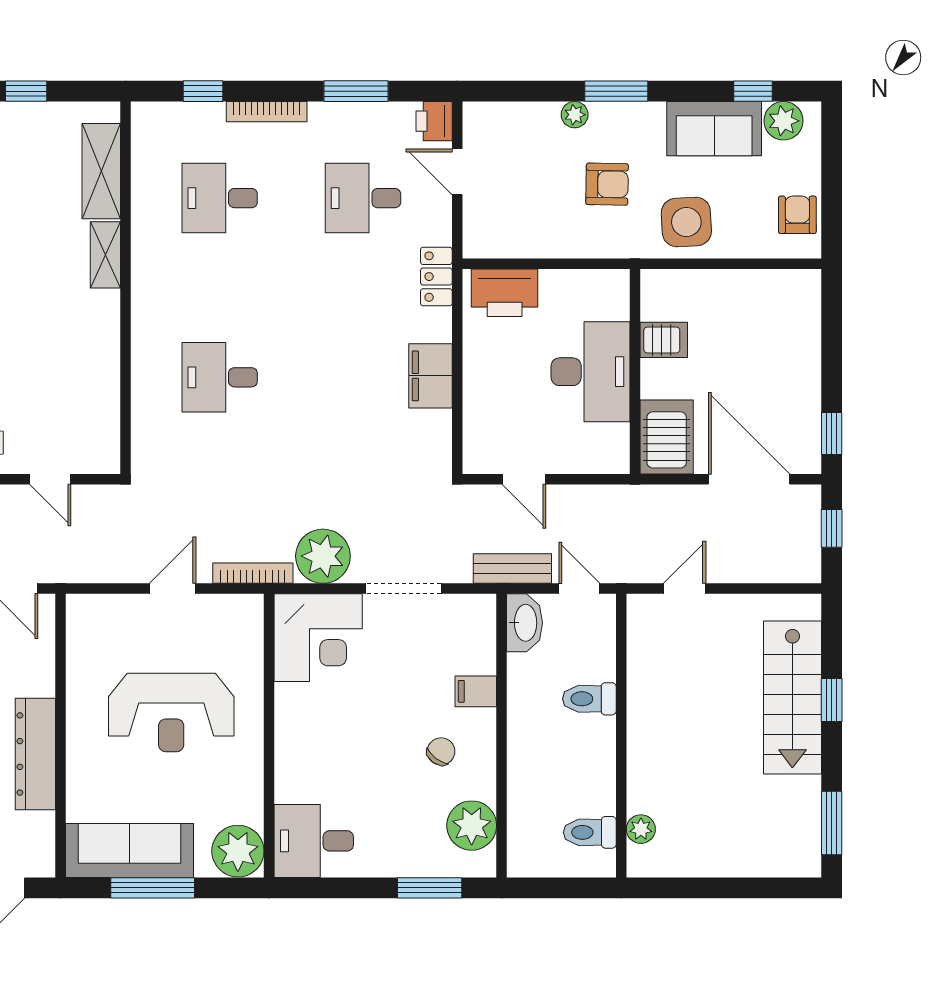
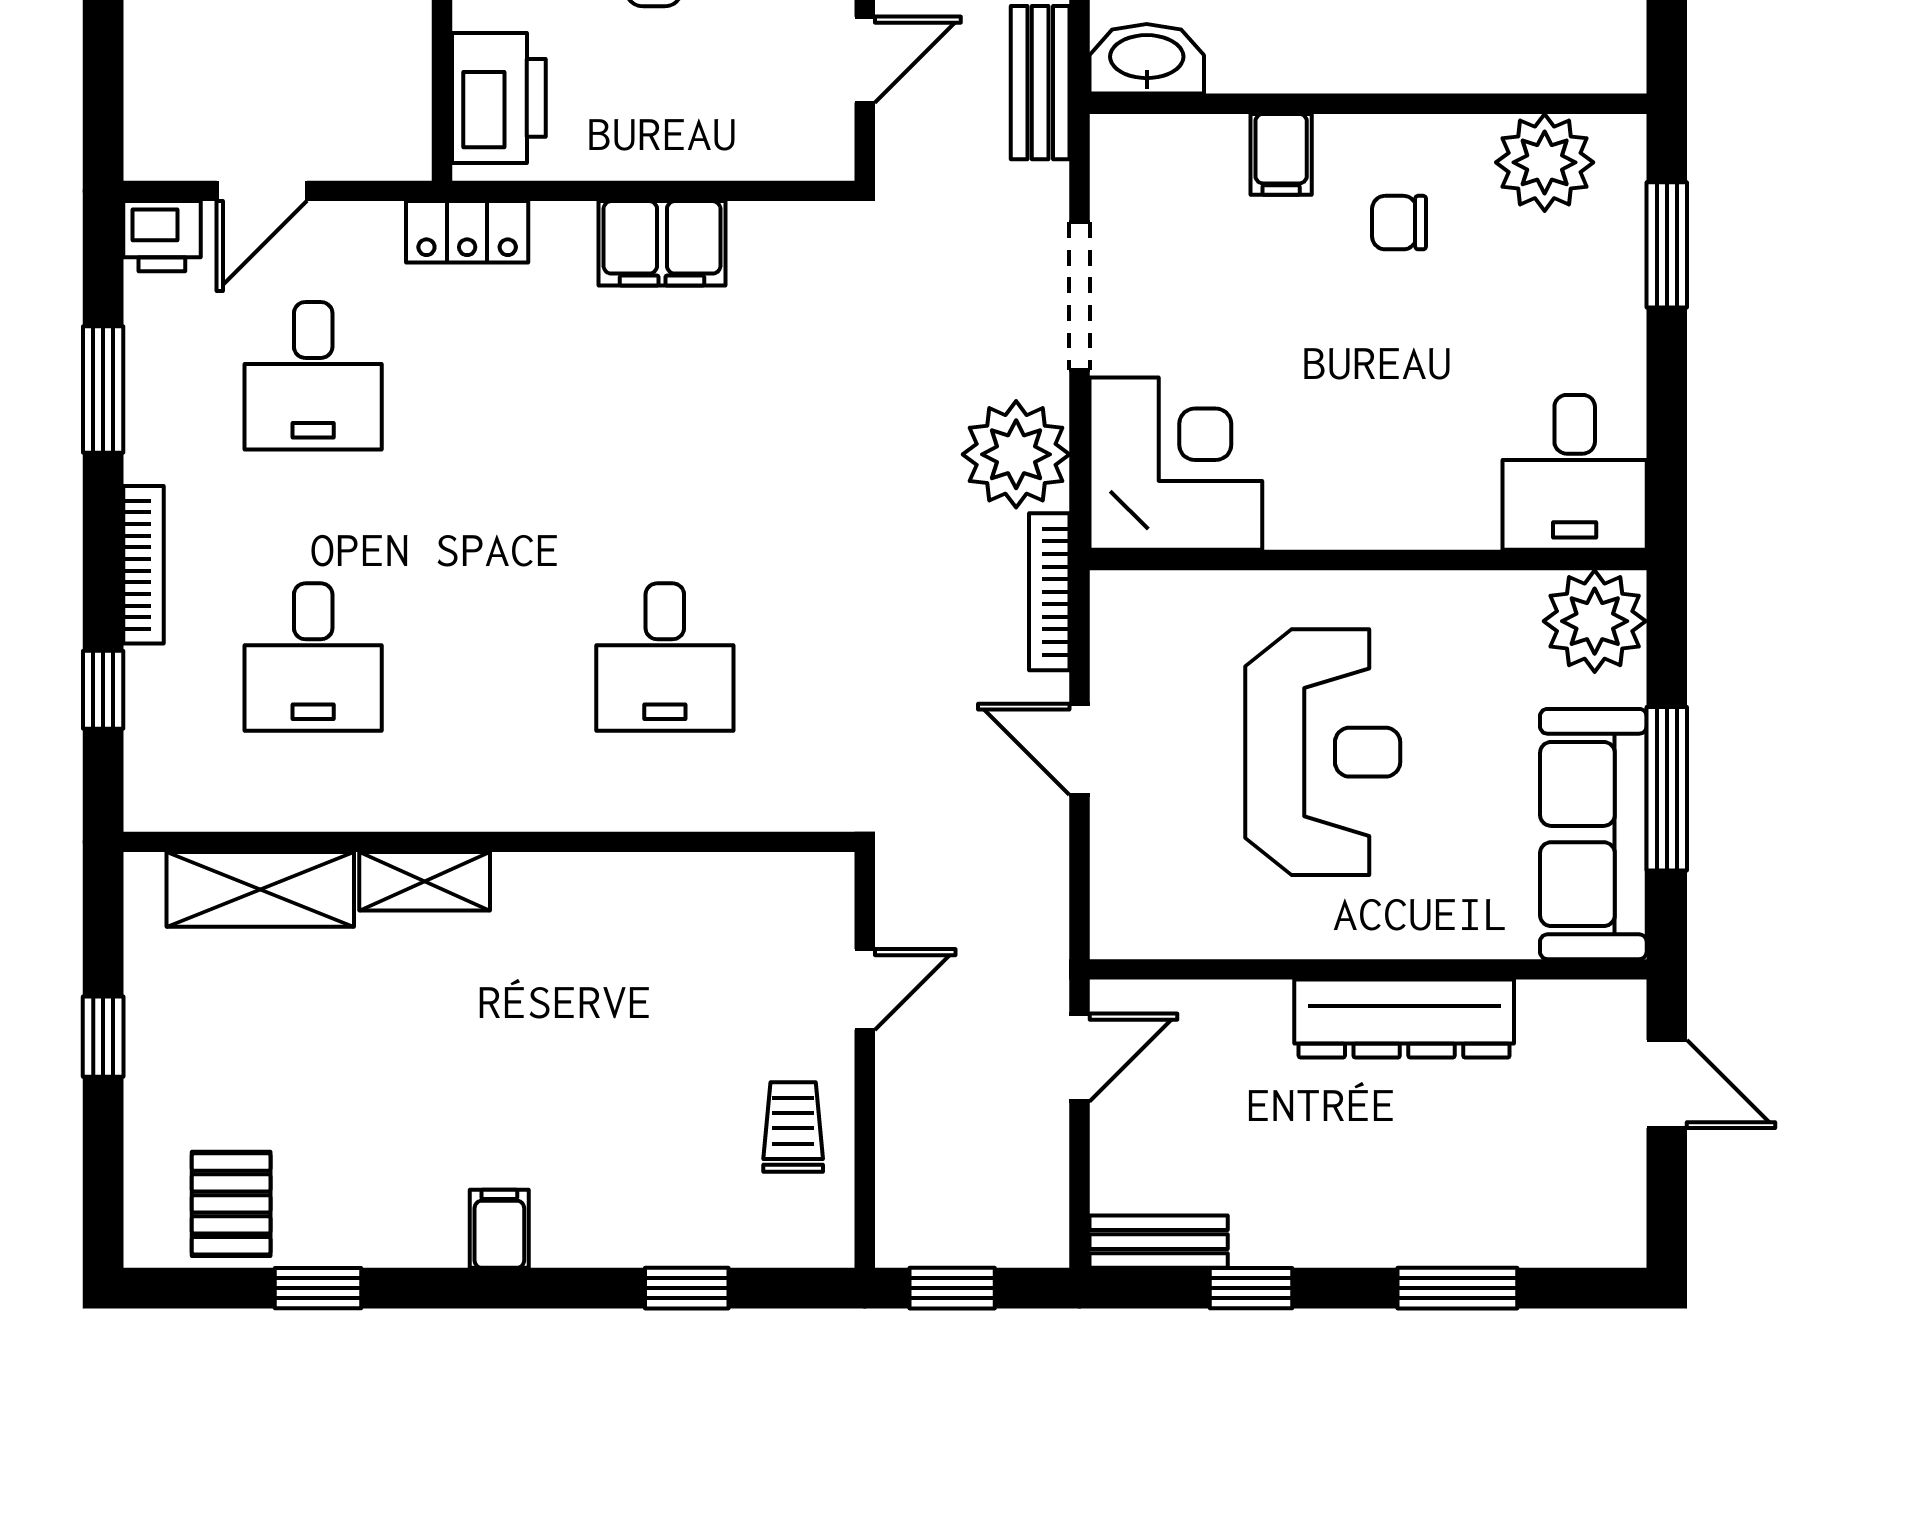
chair: (441, 751) -> (1399, 223), turned -37

